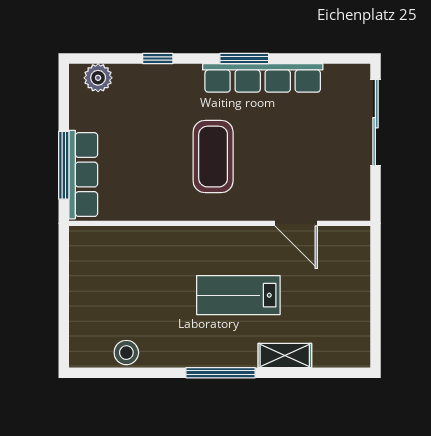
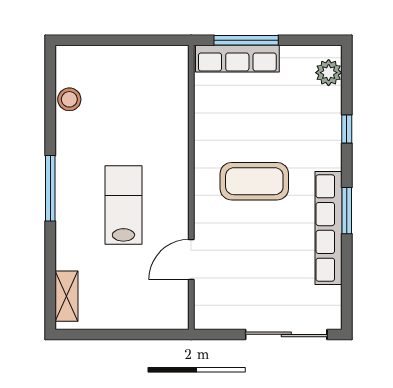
shelving: (285, 356) -> (67, 296), moved

